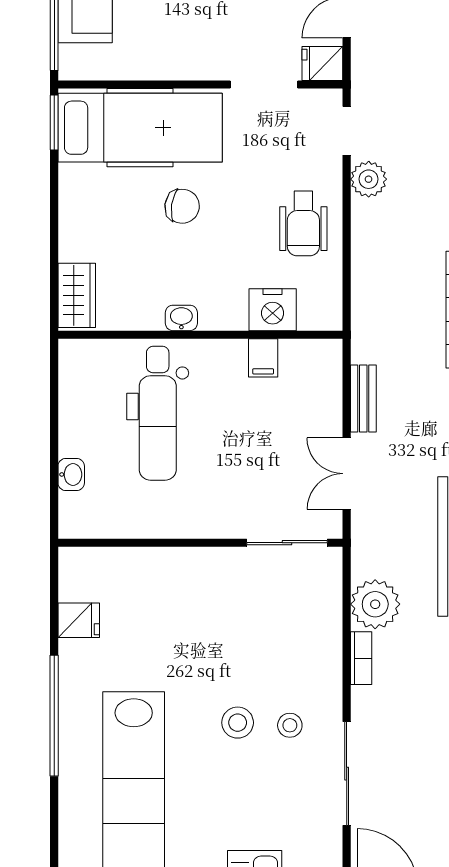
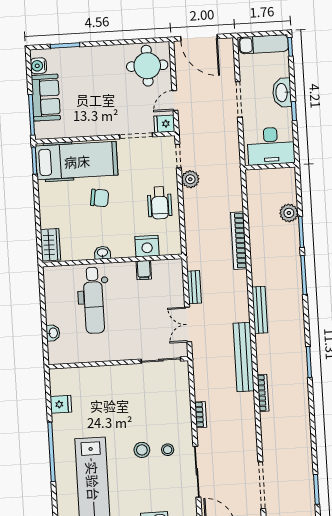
plant: (375, 604) -> (206, 388), removed

